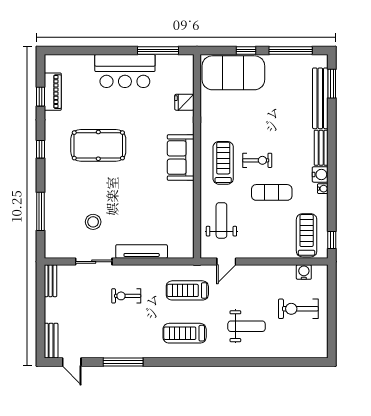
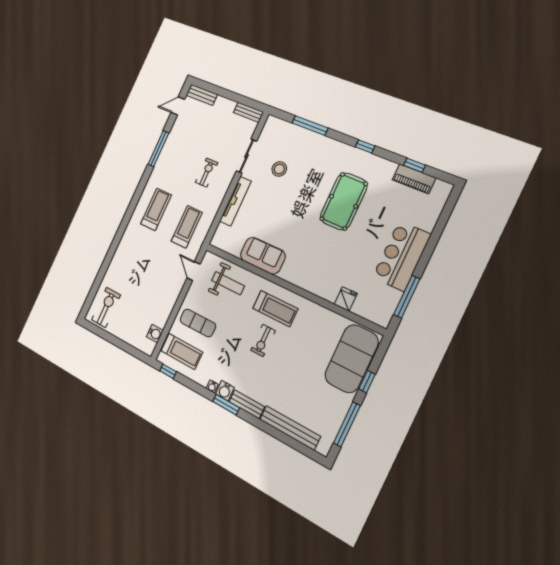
window: (332, 84) -> (226, 405), moved
sofa: (181, 158) -> (263, 256), moved
exercise mat: (272, 192) -> (198, 323), moved, turned 90
exercise bike: (298, 309) -> (106, 307), moved
weight bench: (247, 326) -> (137, 264), removed

